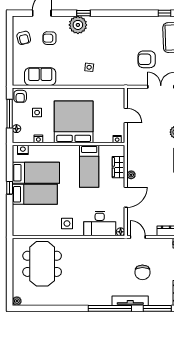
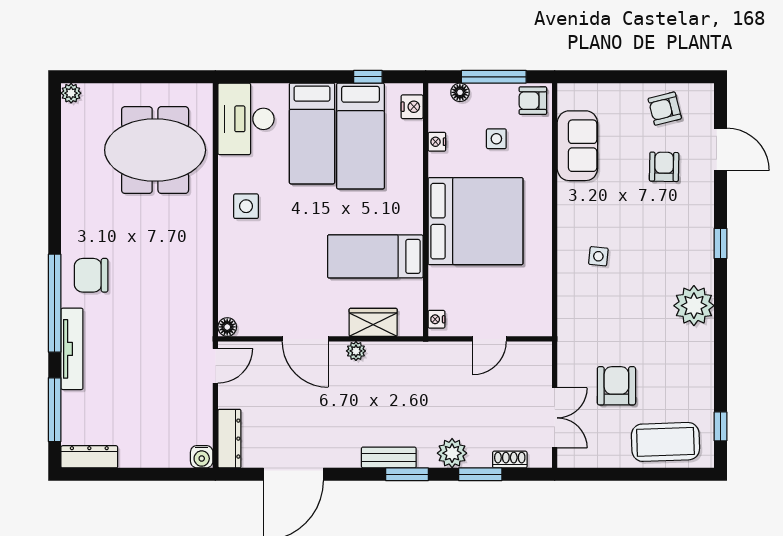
plant: (78, 25) -> (694, 306), moved
window: (10, 188) -> (368, 77), moved
desk: (100, 224) -> (246, 119), moved
chair: (142, 272) -> (91, 275), moved

